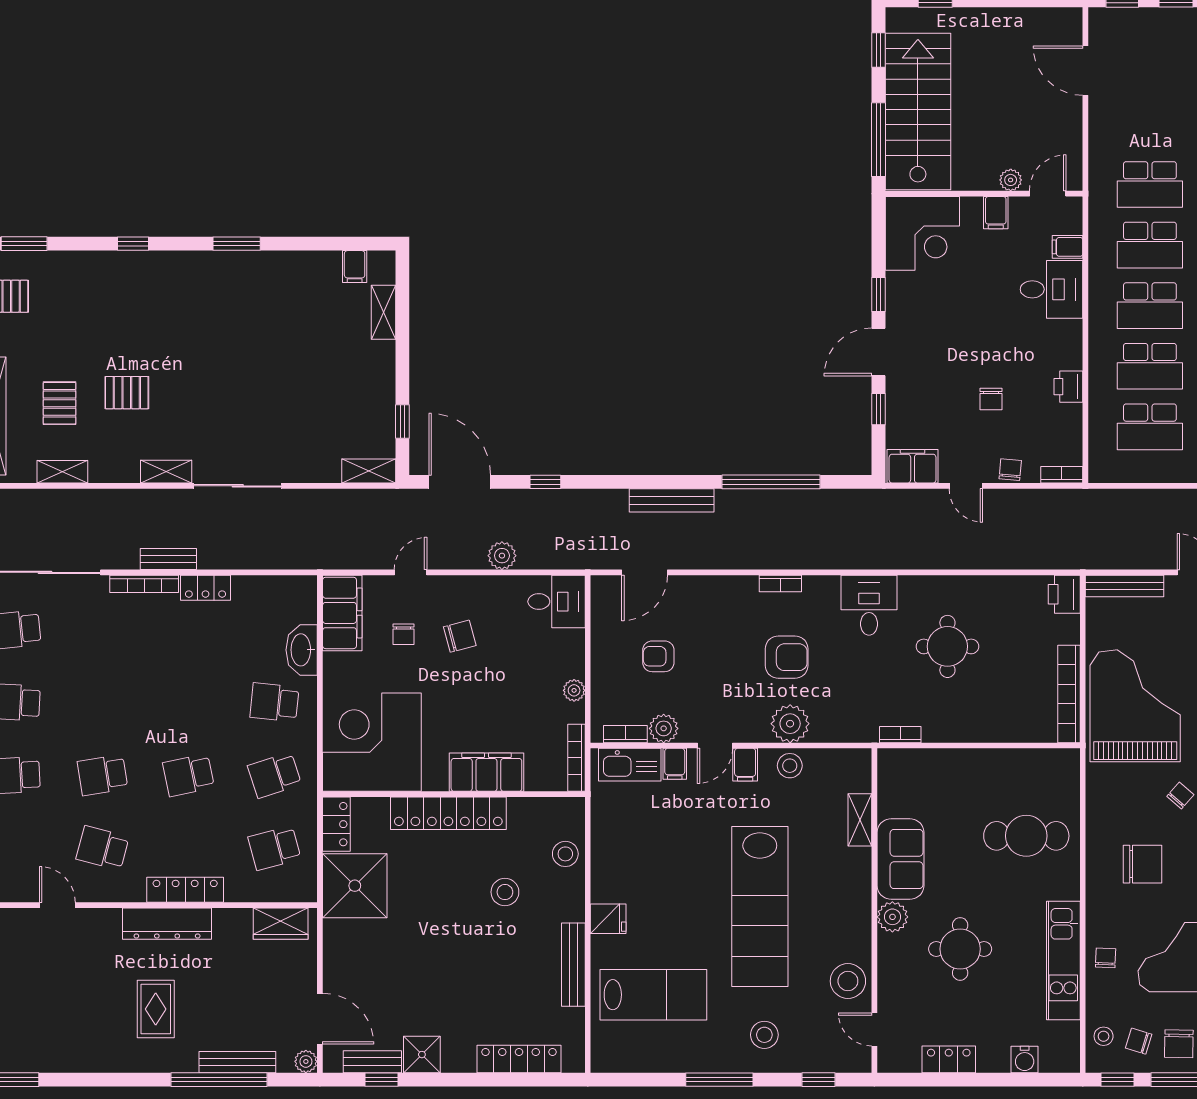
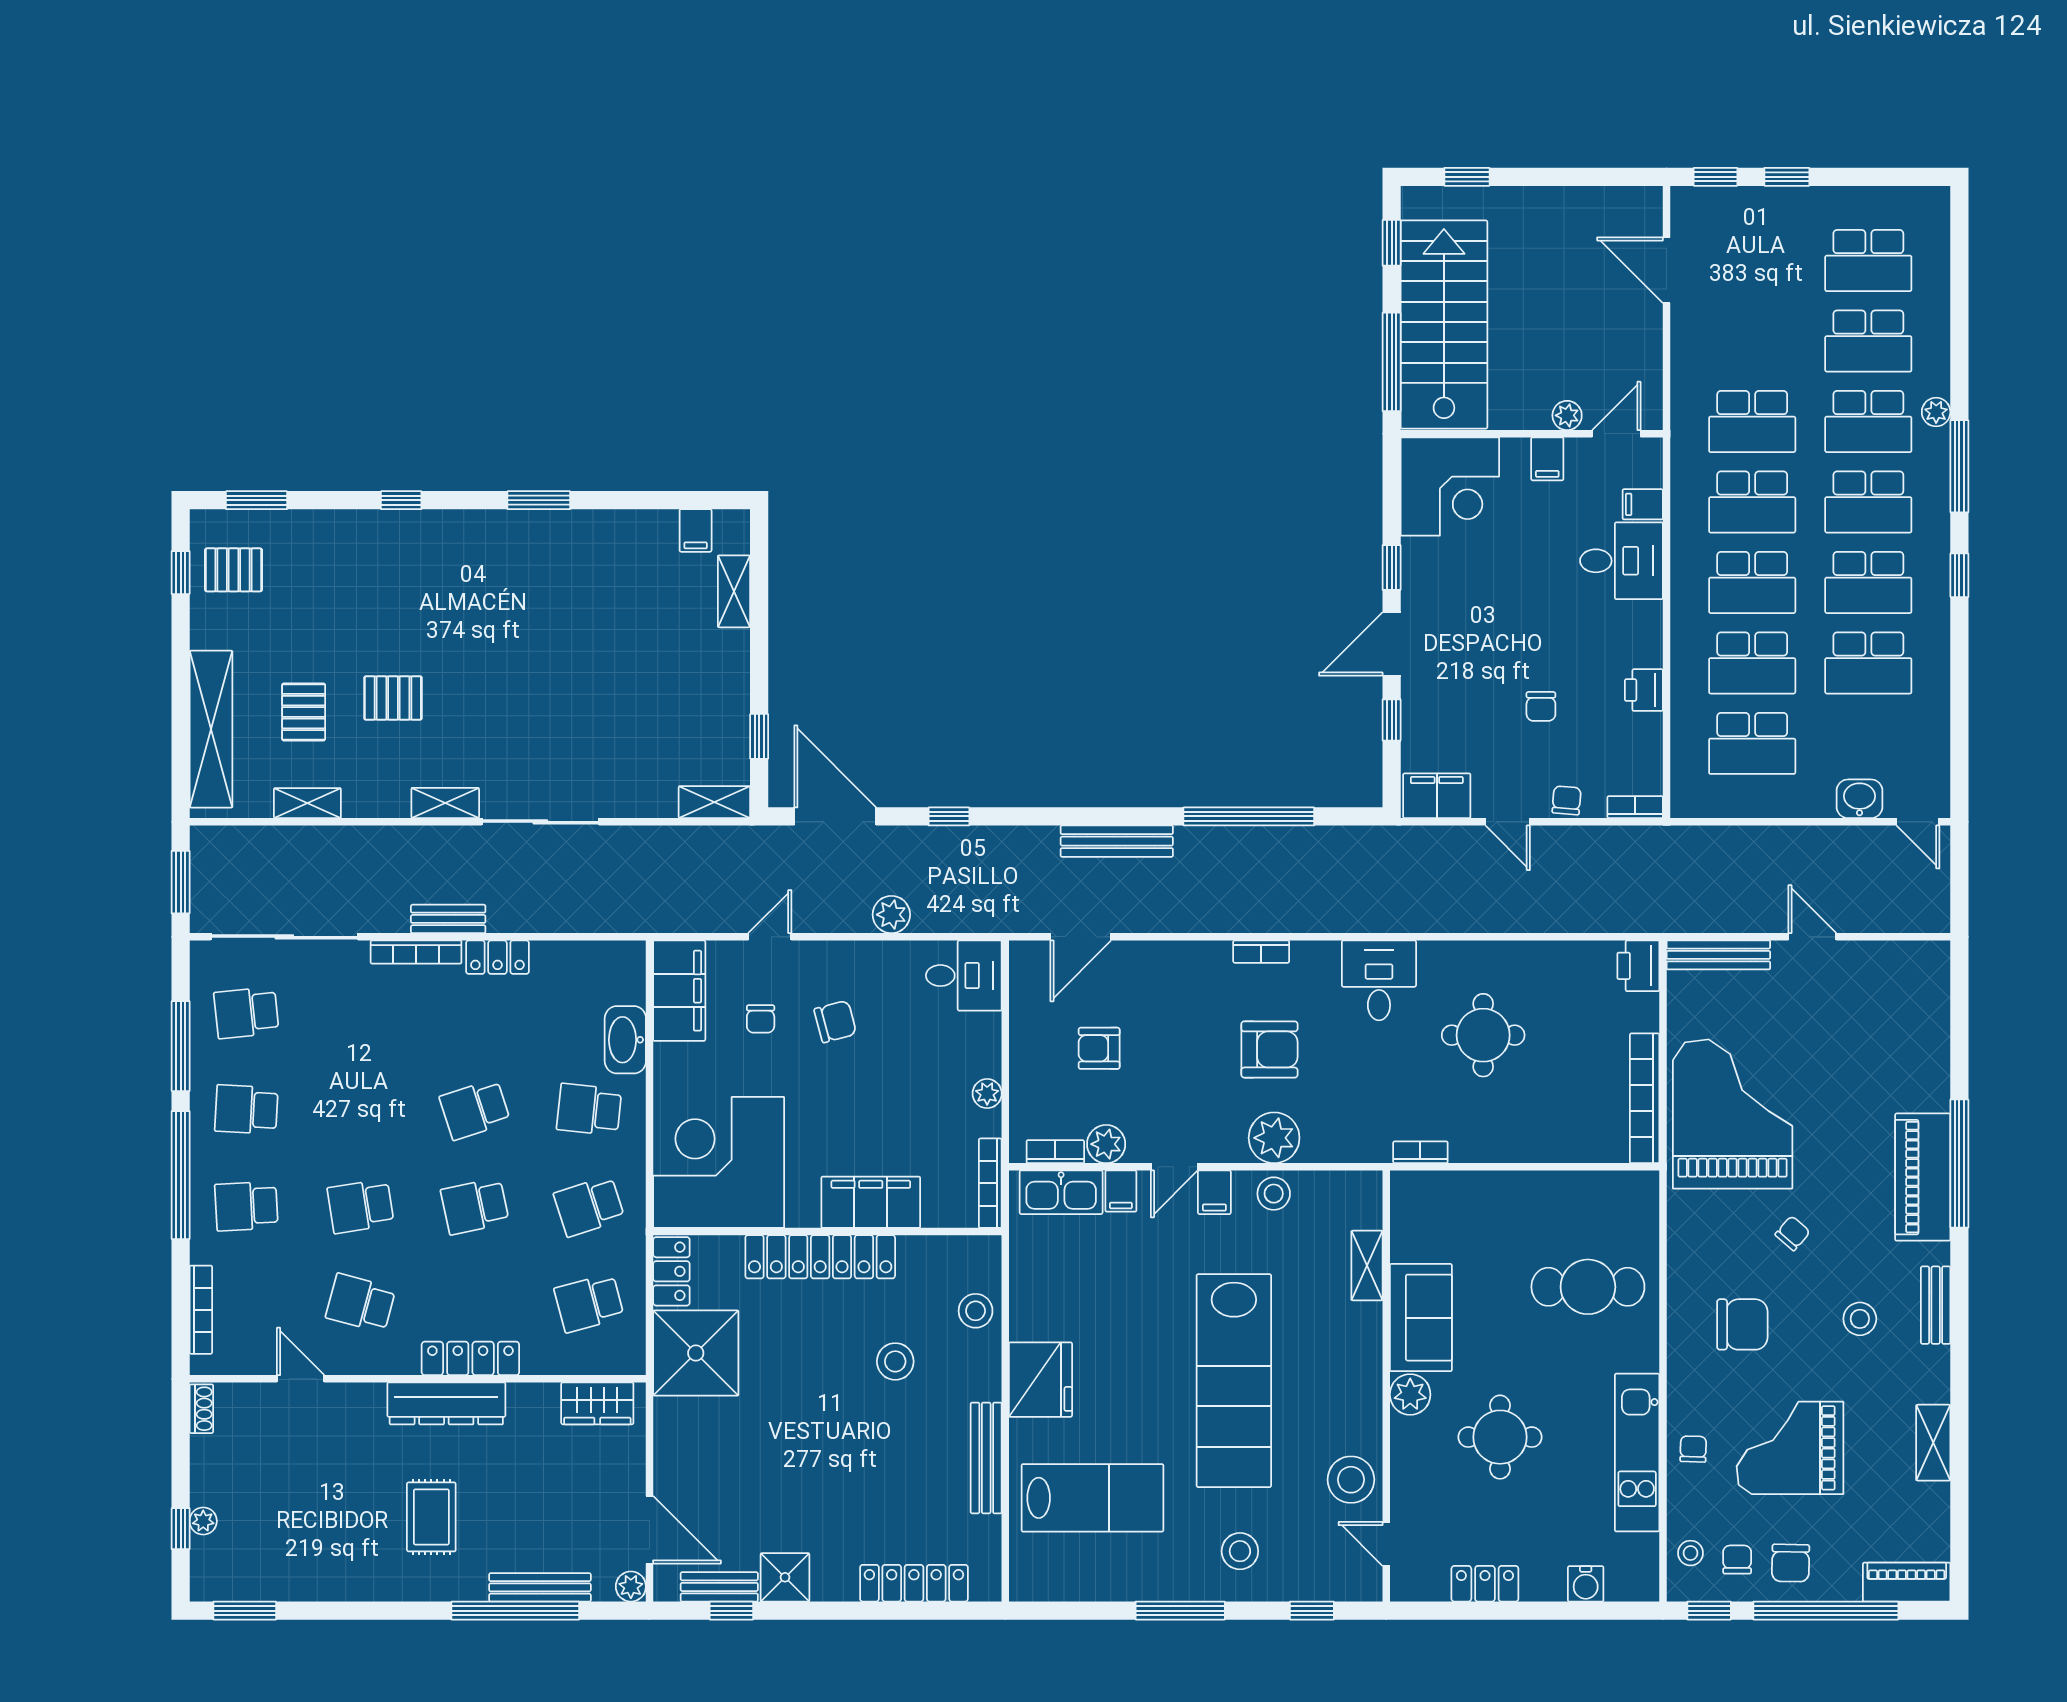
school desk: (188, 702) -> (475, 1109), added
fridge: (608, 919) -> (1040, 1380), width x1.88, depth x1.34
chair: (1139, 1041) -> (1737, 1560), turned 73

